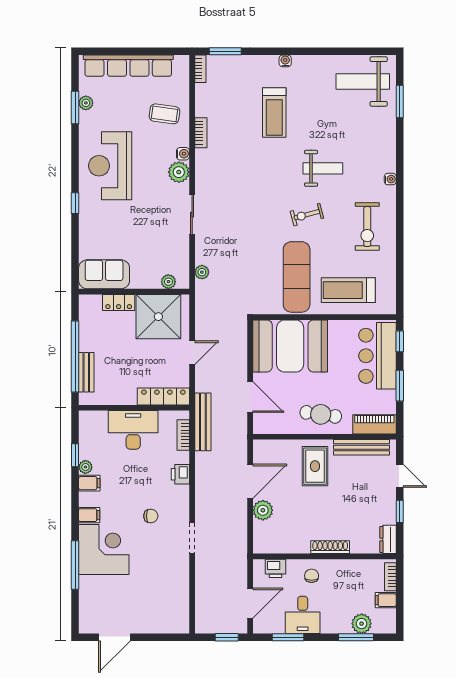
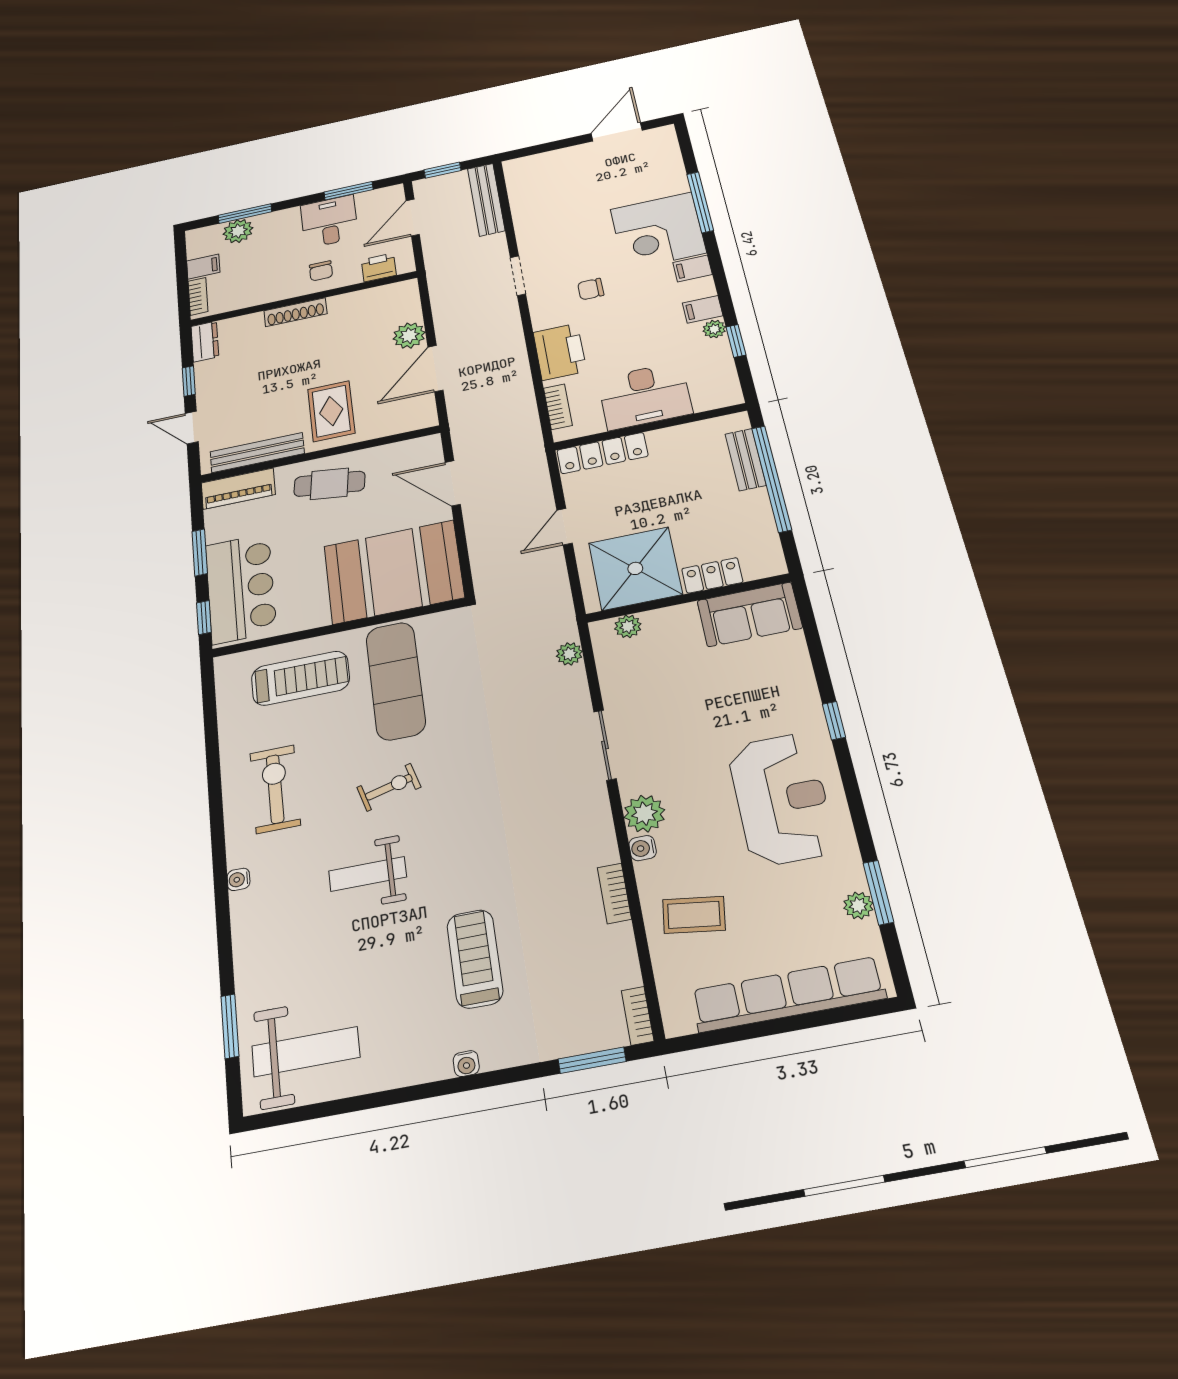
bench: (203, 422) -> (486, 200), moved
printer: (180, 474) -> (560, 352), width x1.87, depth x1.48

